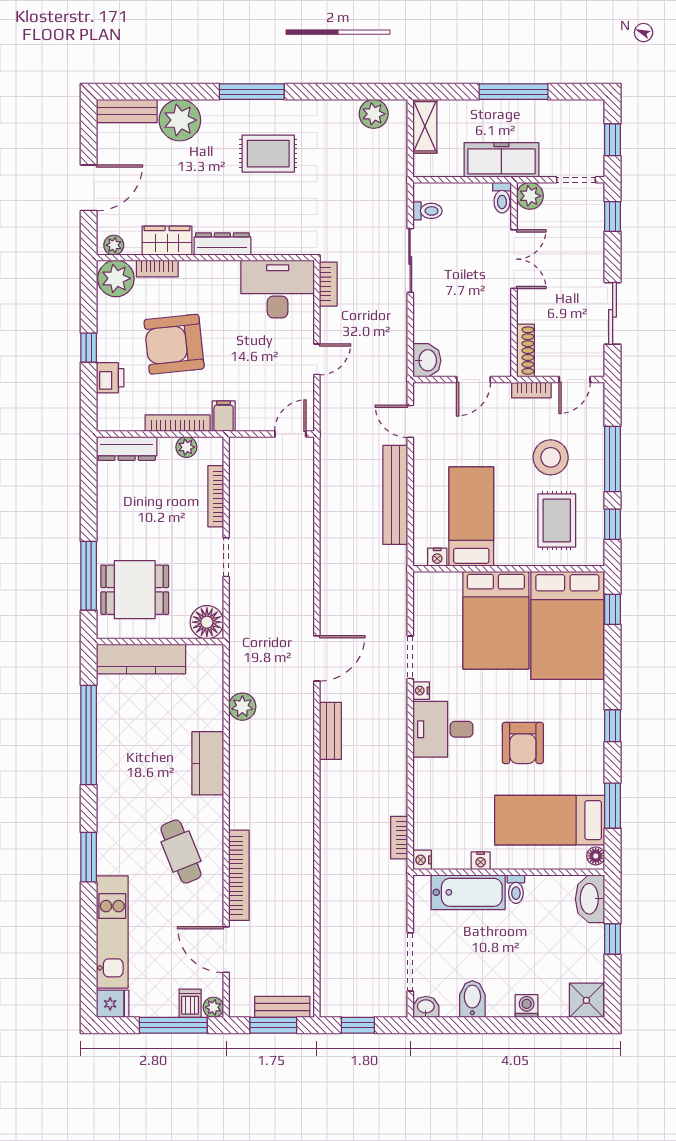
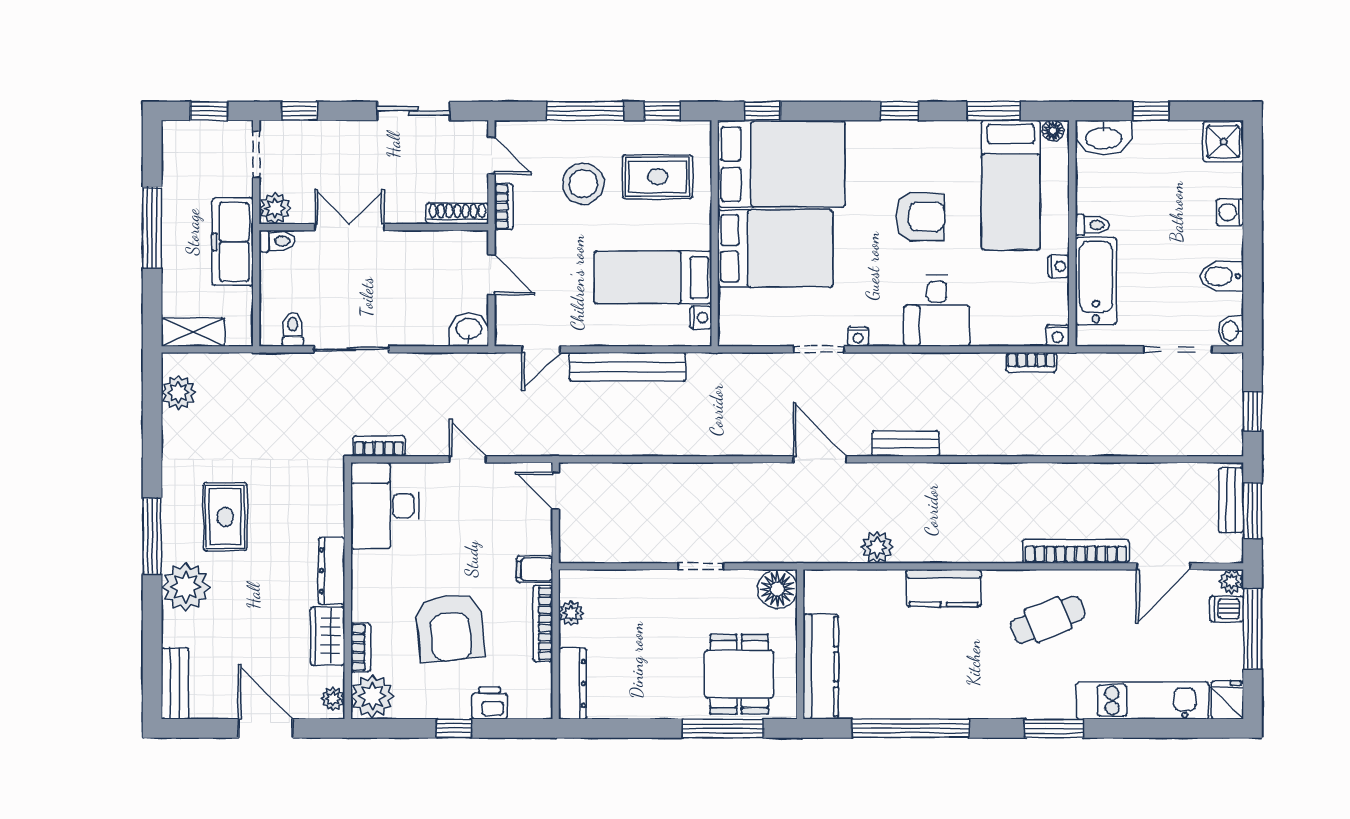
plant: (180, 120) -> (186, 587), moved
bookcase: (216, 496) -> (629, 579), removed
desk: (443, 729) -> (937, 311), moved

